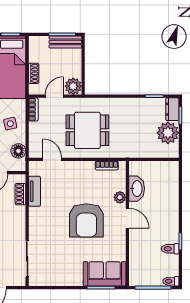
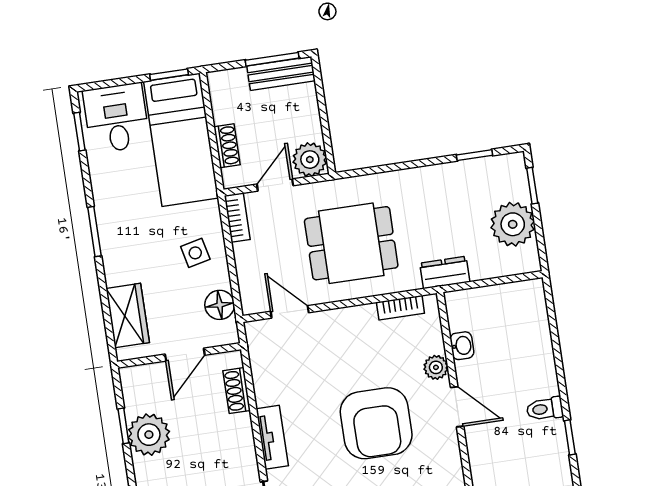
dresser: (172, 109) -> (445, 272), moved, turned 90
washbasin: (137, 189) -> (462, 346), width x0.52, depth x0.69
tv unit: (34, 191) -> (272, 437), moved
toilet: (170, 249) -> (545, 409), moved

